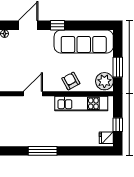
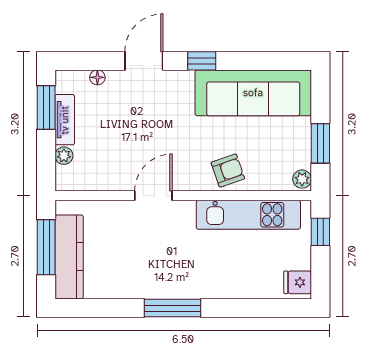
armchair: (71, 81) -> (228, 171), turned 100
plant: (104, 81) -> (302, 179), width x0.53, depth x0.53
window: (118, 125) -> (320, 232), moved

